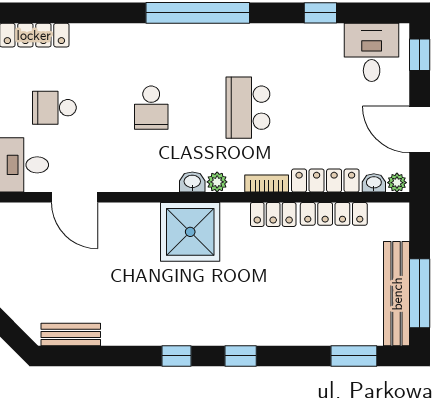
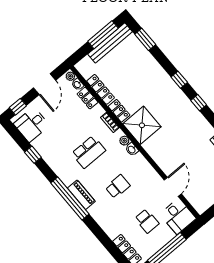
piano: (188, 37) -> (81, 195), added
locker: (325, 181) -> (88, 98), width x0.66
shower: (190, 232) -> (142, 125), moved

